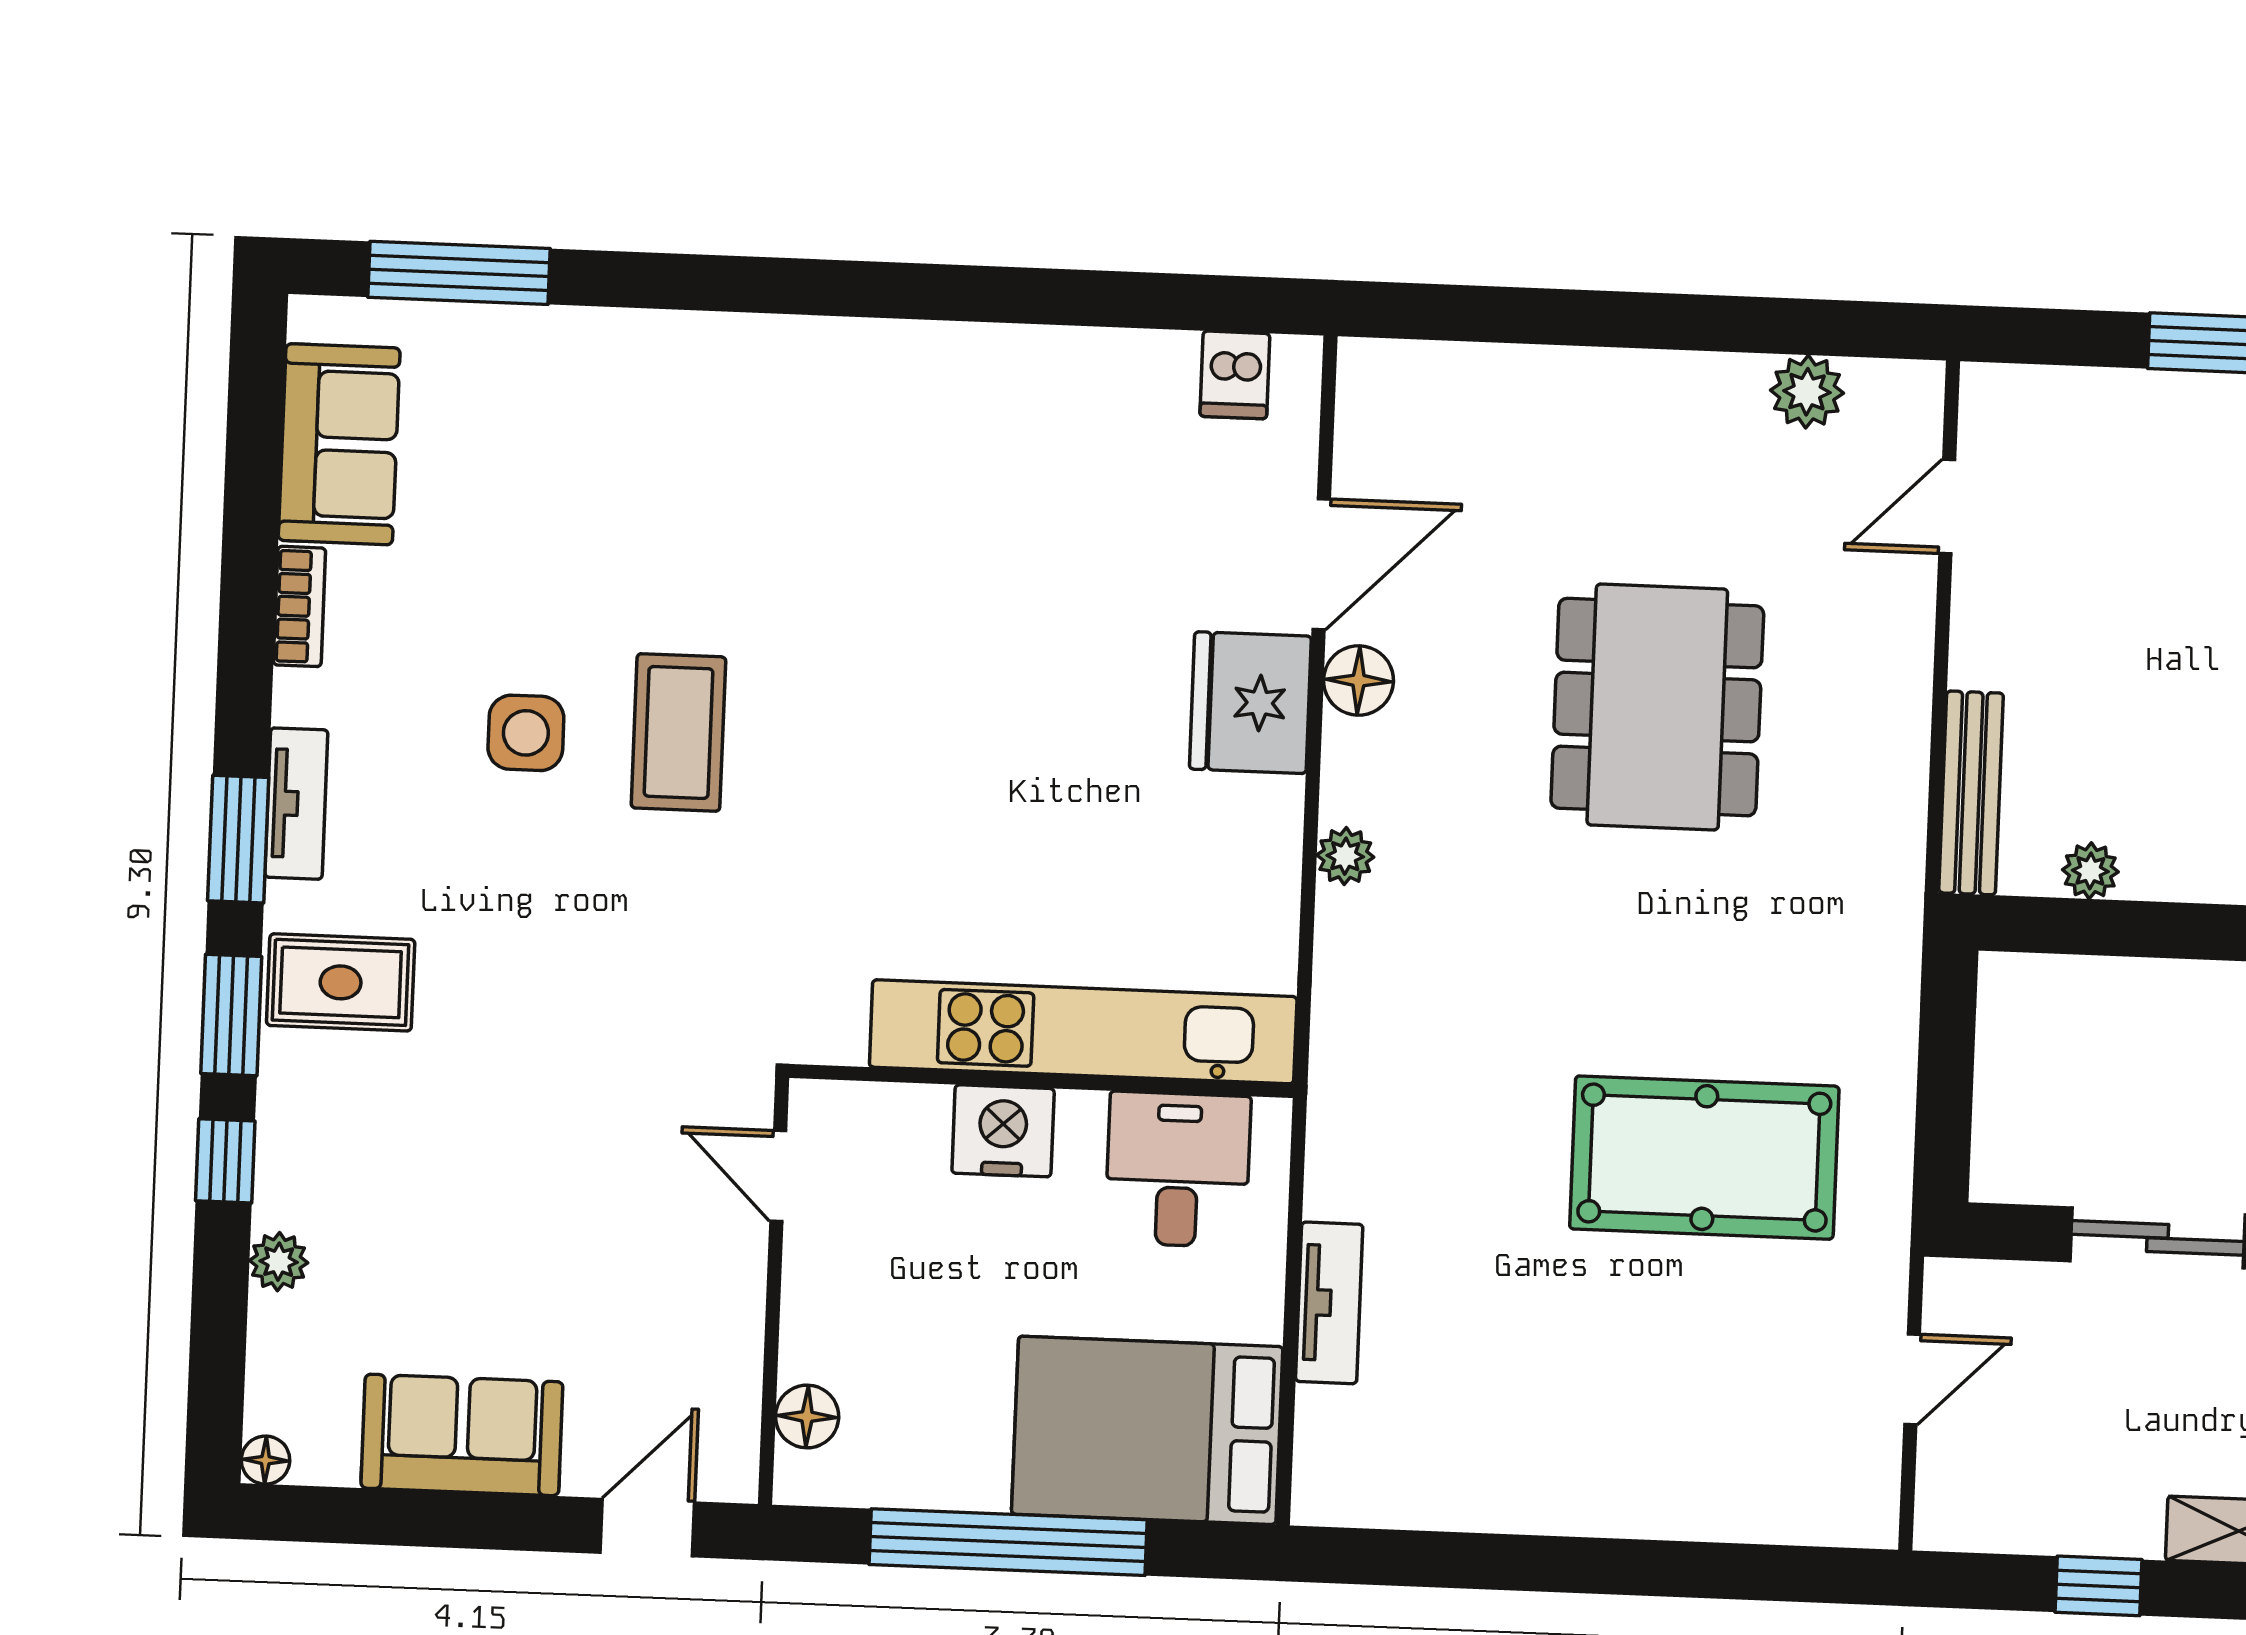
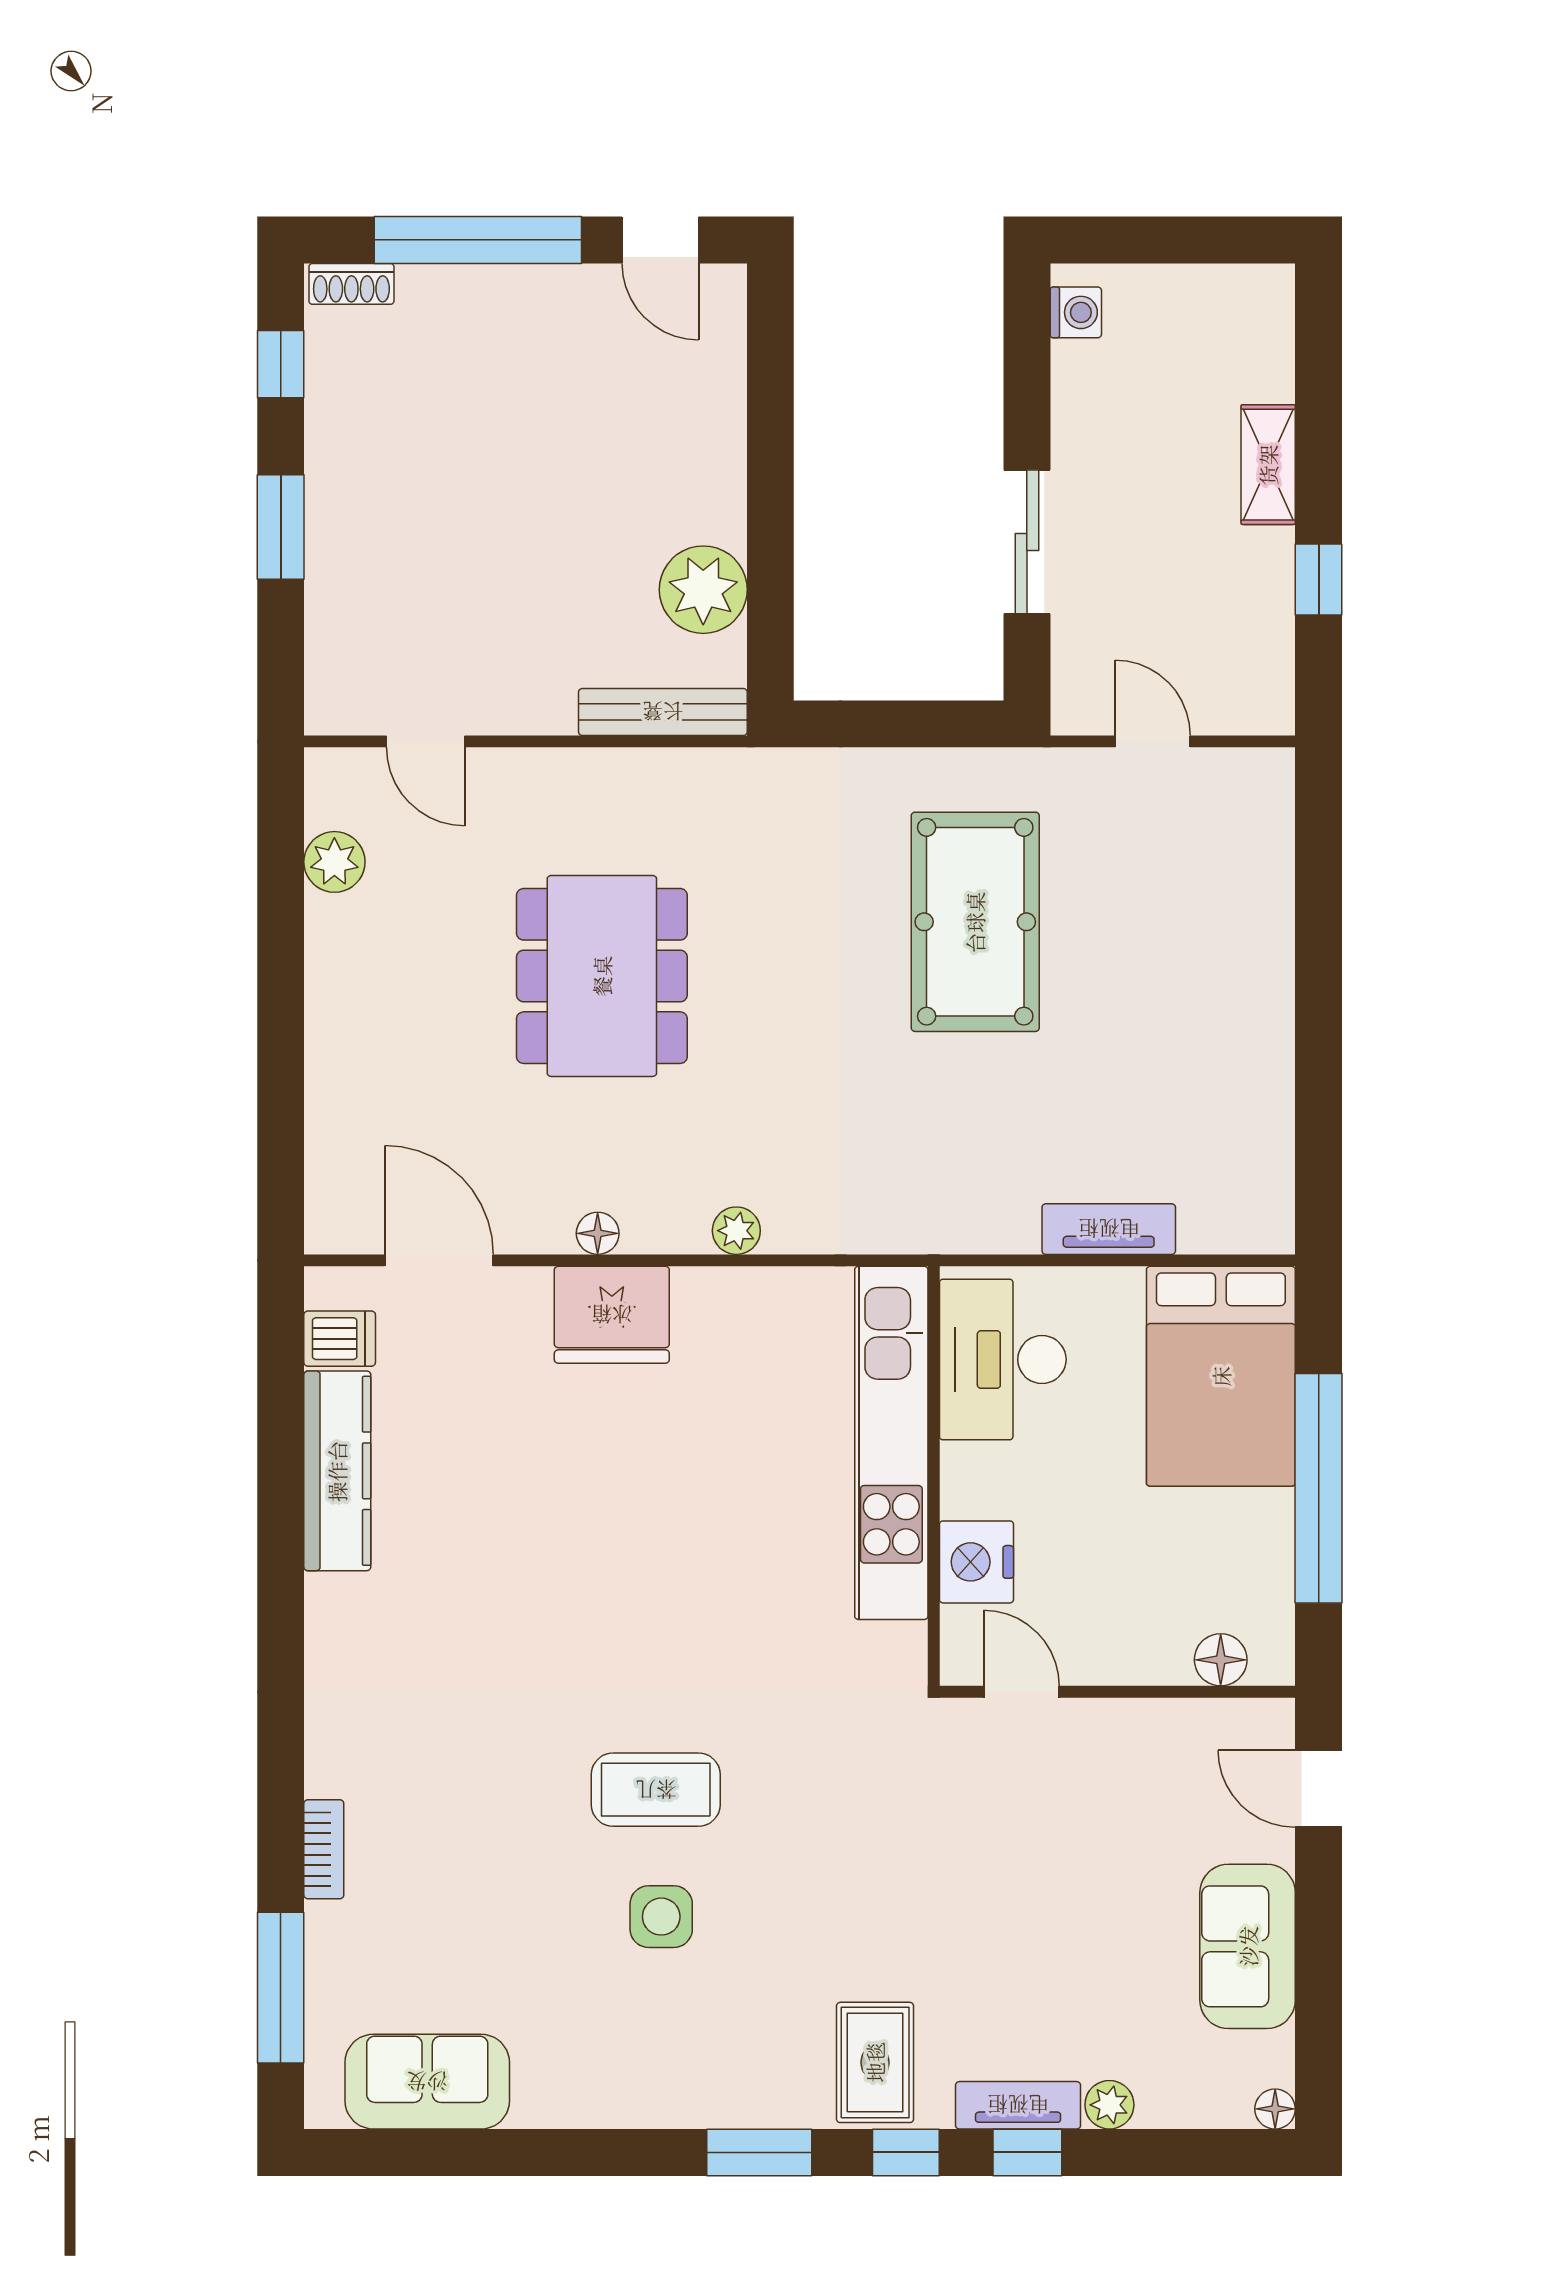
kitchen counter: (1076, 366) -> (337, 1471), added
door: (1321, 564) -> (439, 1260), moved
bookcase: (299, 606) -> (324, 1849), moved, turned 90
floor lamp: (1359, 680) -> (598, 1233), width x0.73, depth x0.73
dining table: (1657, 707) -> (602, 976), turned 90
tv unit: (296, 804) -> (1018, 2105), moved
plant: (2090, 871) -> (703, 590), width x1.87, depth x1.87
window: (231, 1015) -> (906, 2152), width x0.67
nightstand: (1003, 1131) -> (976, 1562), moved
desk: (1178, 1169) -> (1003, 1360), width x1.37
door: (778, 1176) -> (1022, 1692), swing flipped

